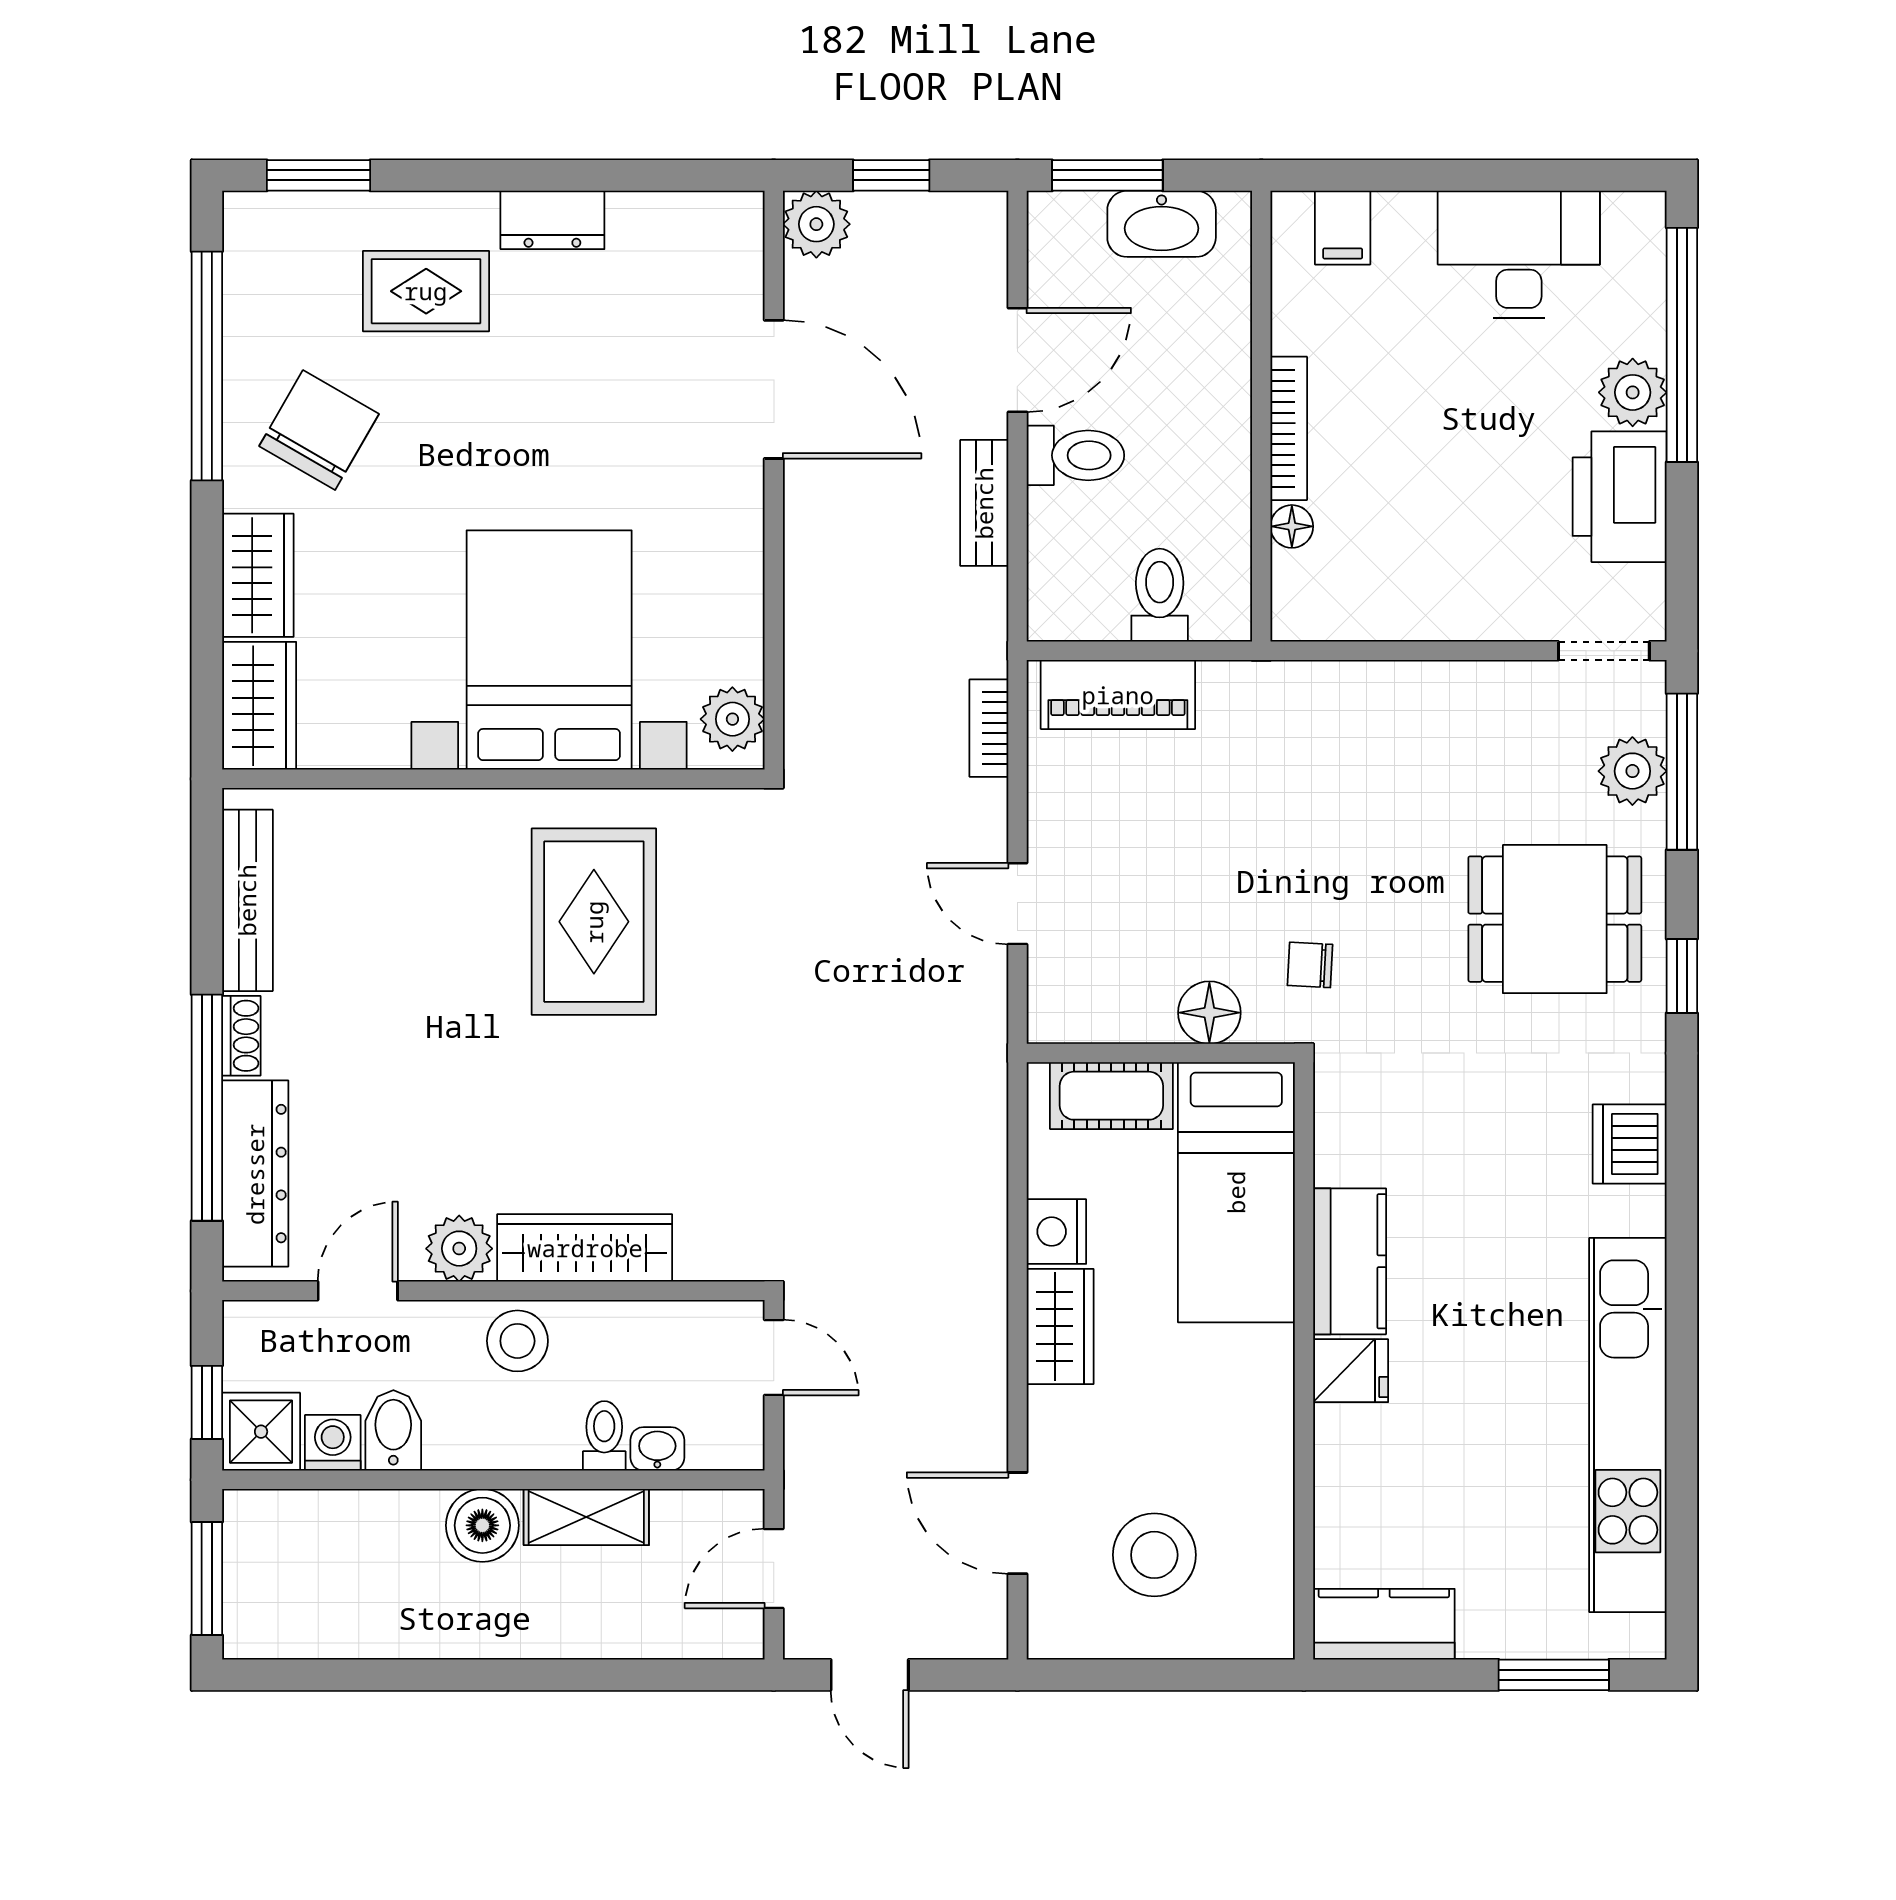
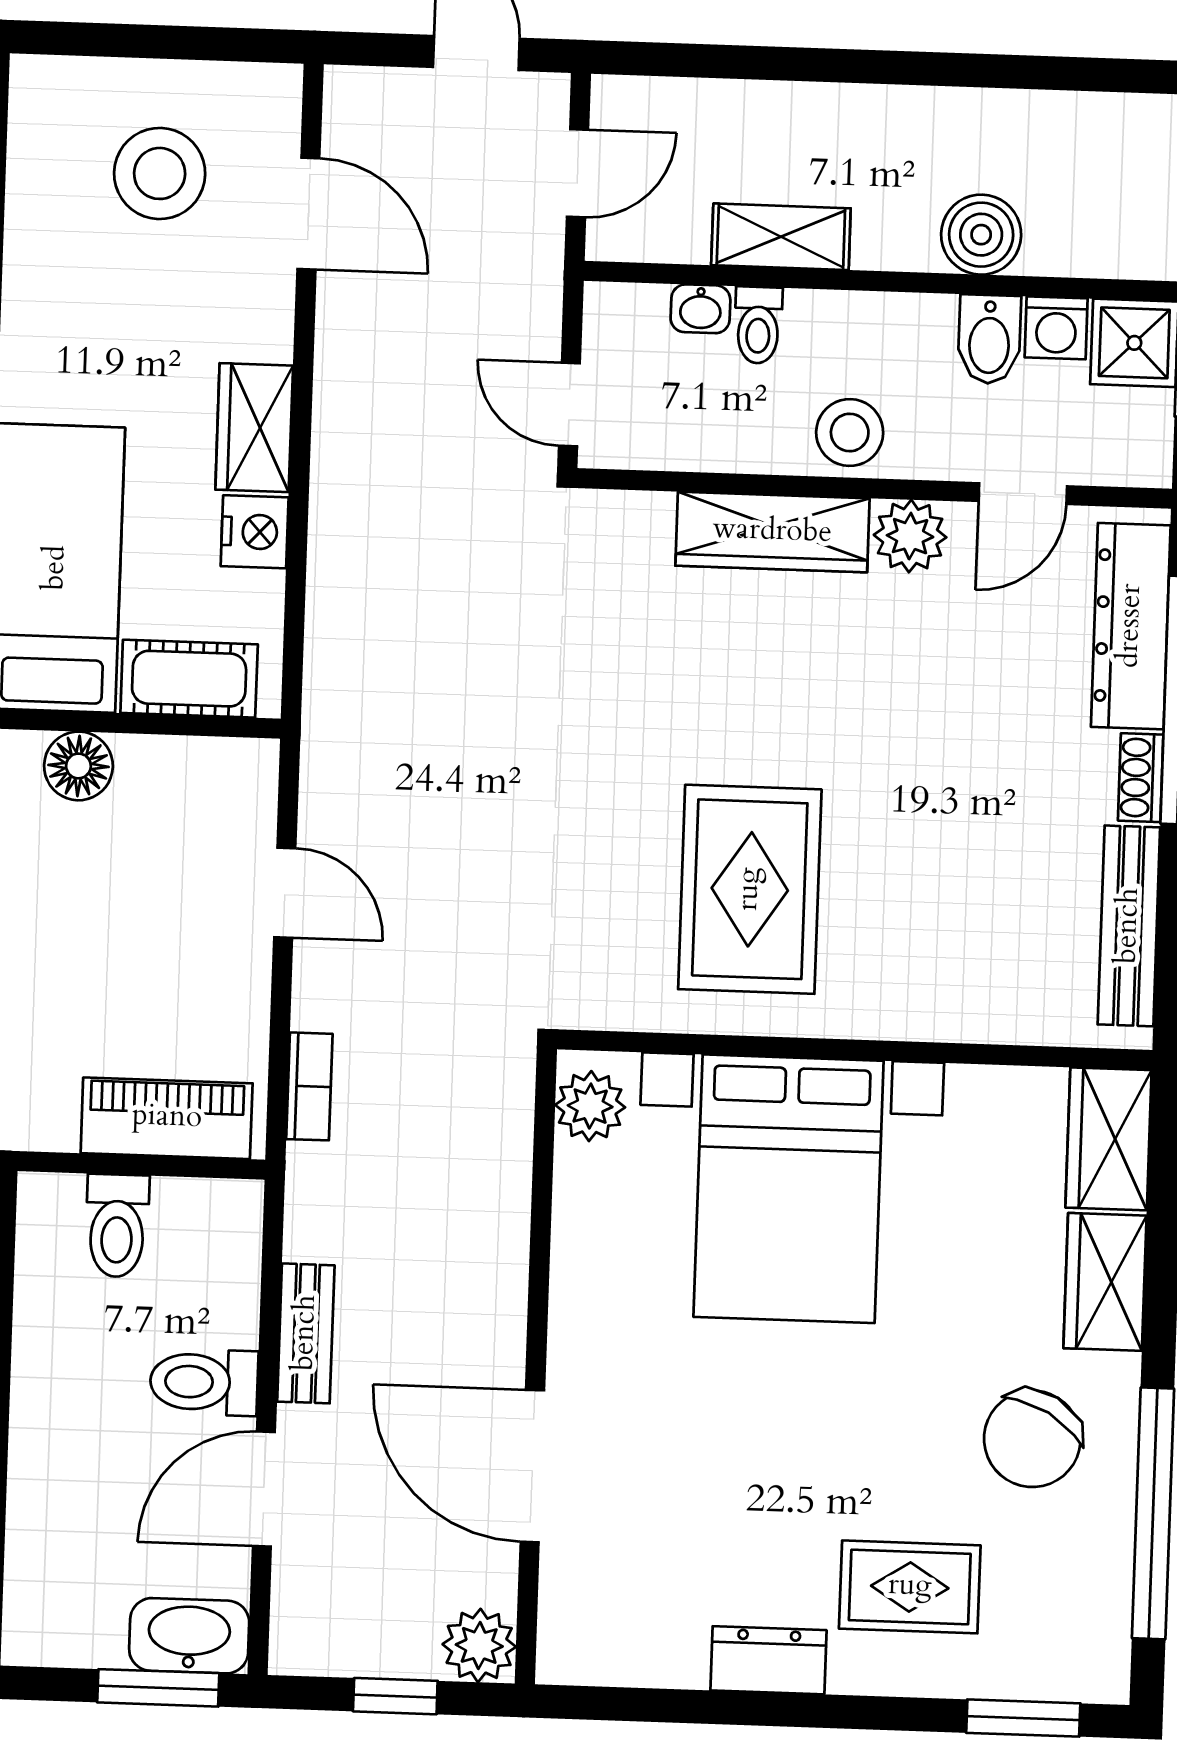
washbasin: (1162, 224) -> (189, 1636), moved
boiler: (482, 1525) -> (981, 235), moved

